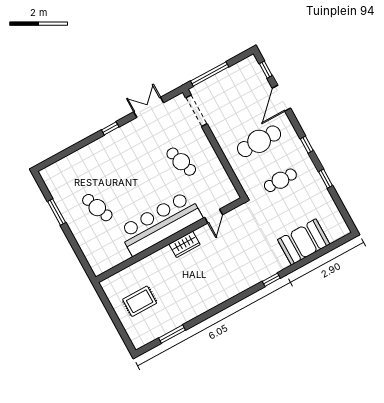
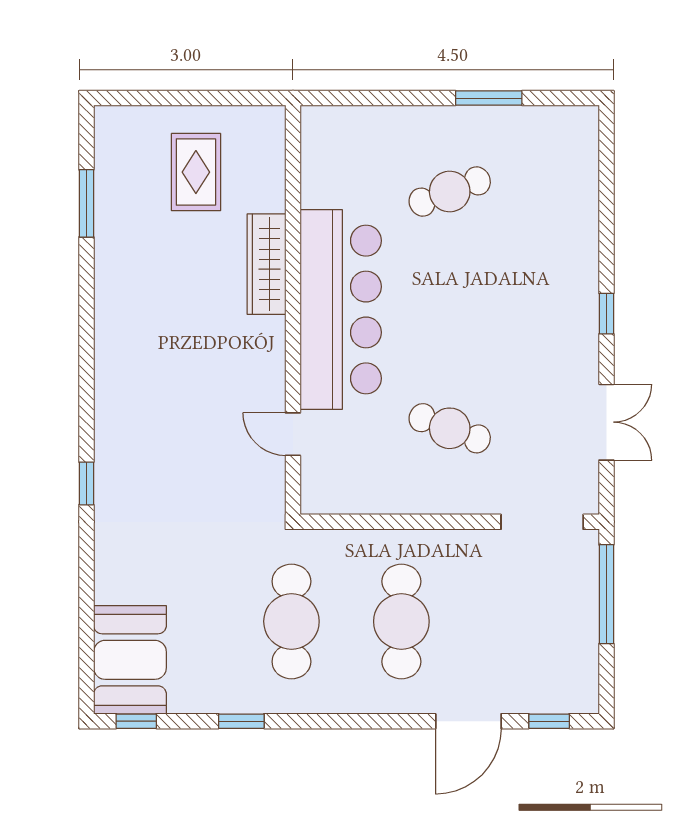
door: (281, 98) -> (468, 721), swing flipped
window: (307, 145) -> (136, 721), moved
cafe table: (181, 162) -> (450, 428), turned 39
cafe table: (280, 180) -> (291, 621), width x1.37, depth x1.35
booth: (304, 242) -> (130, 660), moved
wardrobe: (185, 244) -> (266, 264), moved, width x1.50

